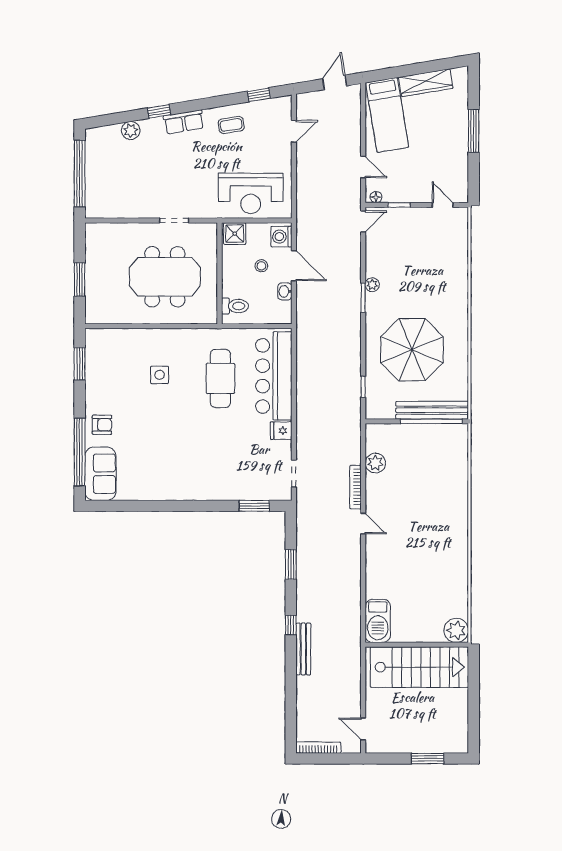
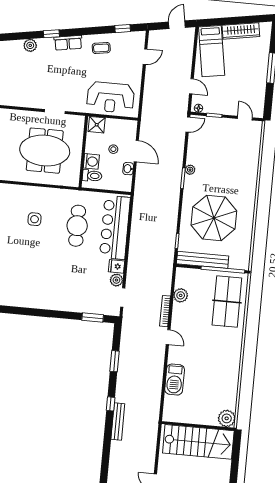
washing machine: (281, 237) -> (91, 161), moved, turned 180
bench: (432, 410) -> (203, 260), moved
plant: (283, 450) -> (116, 280), added
table tennis table: (441, 466) -> (227, 302), added
barbecue: (378, 621) -> (175, 380), moved

